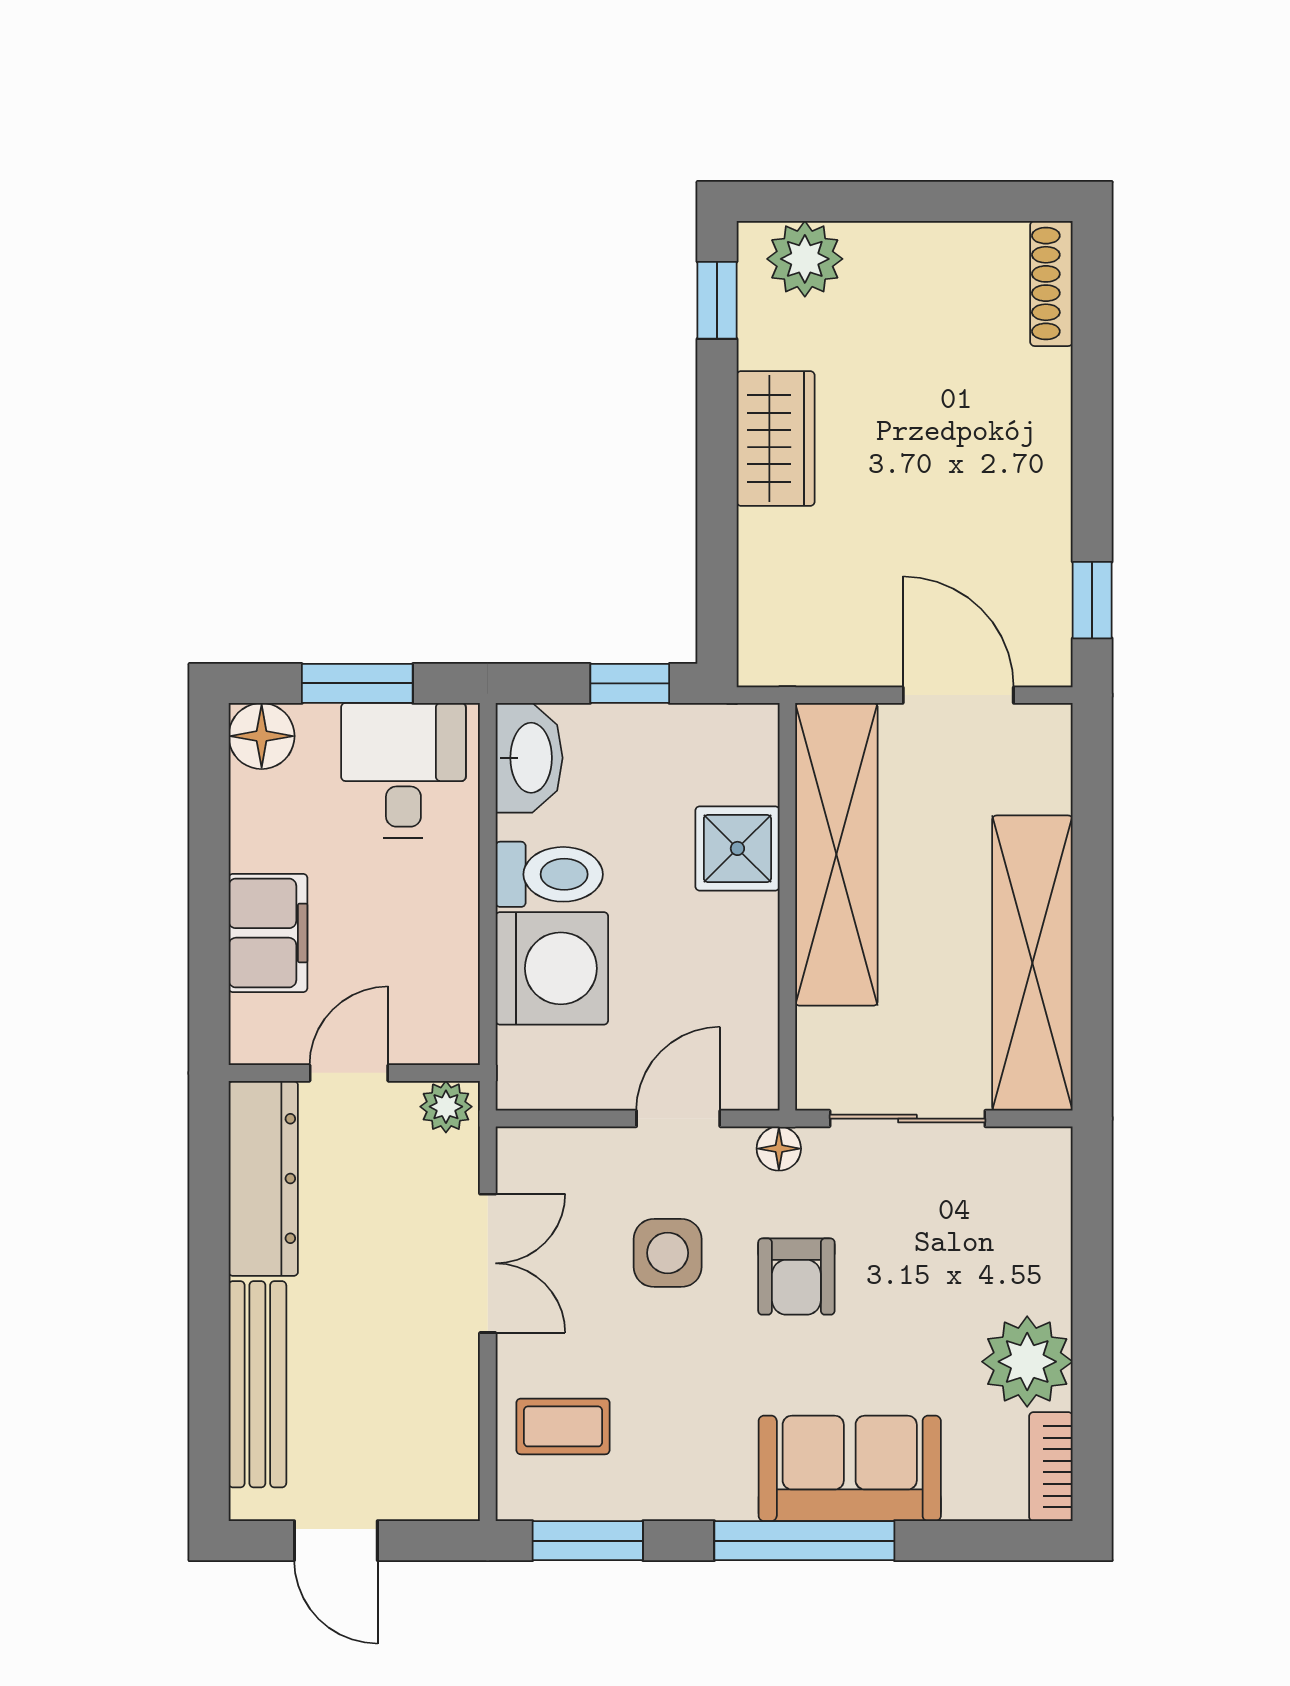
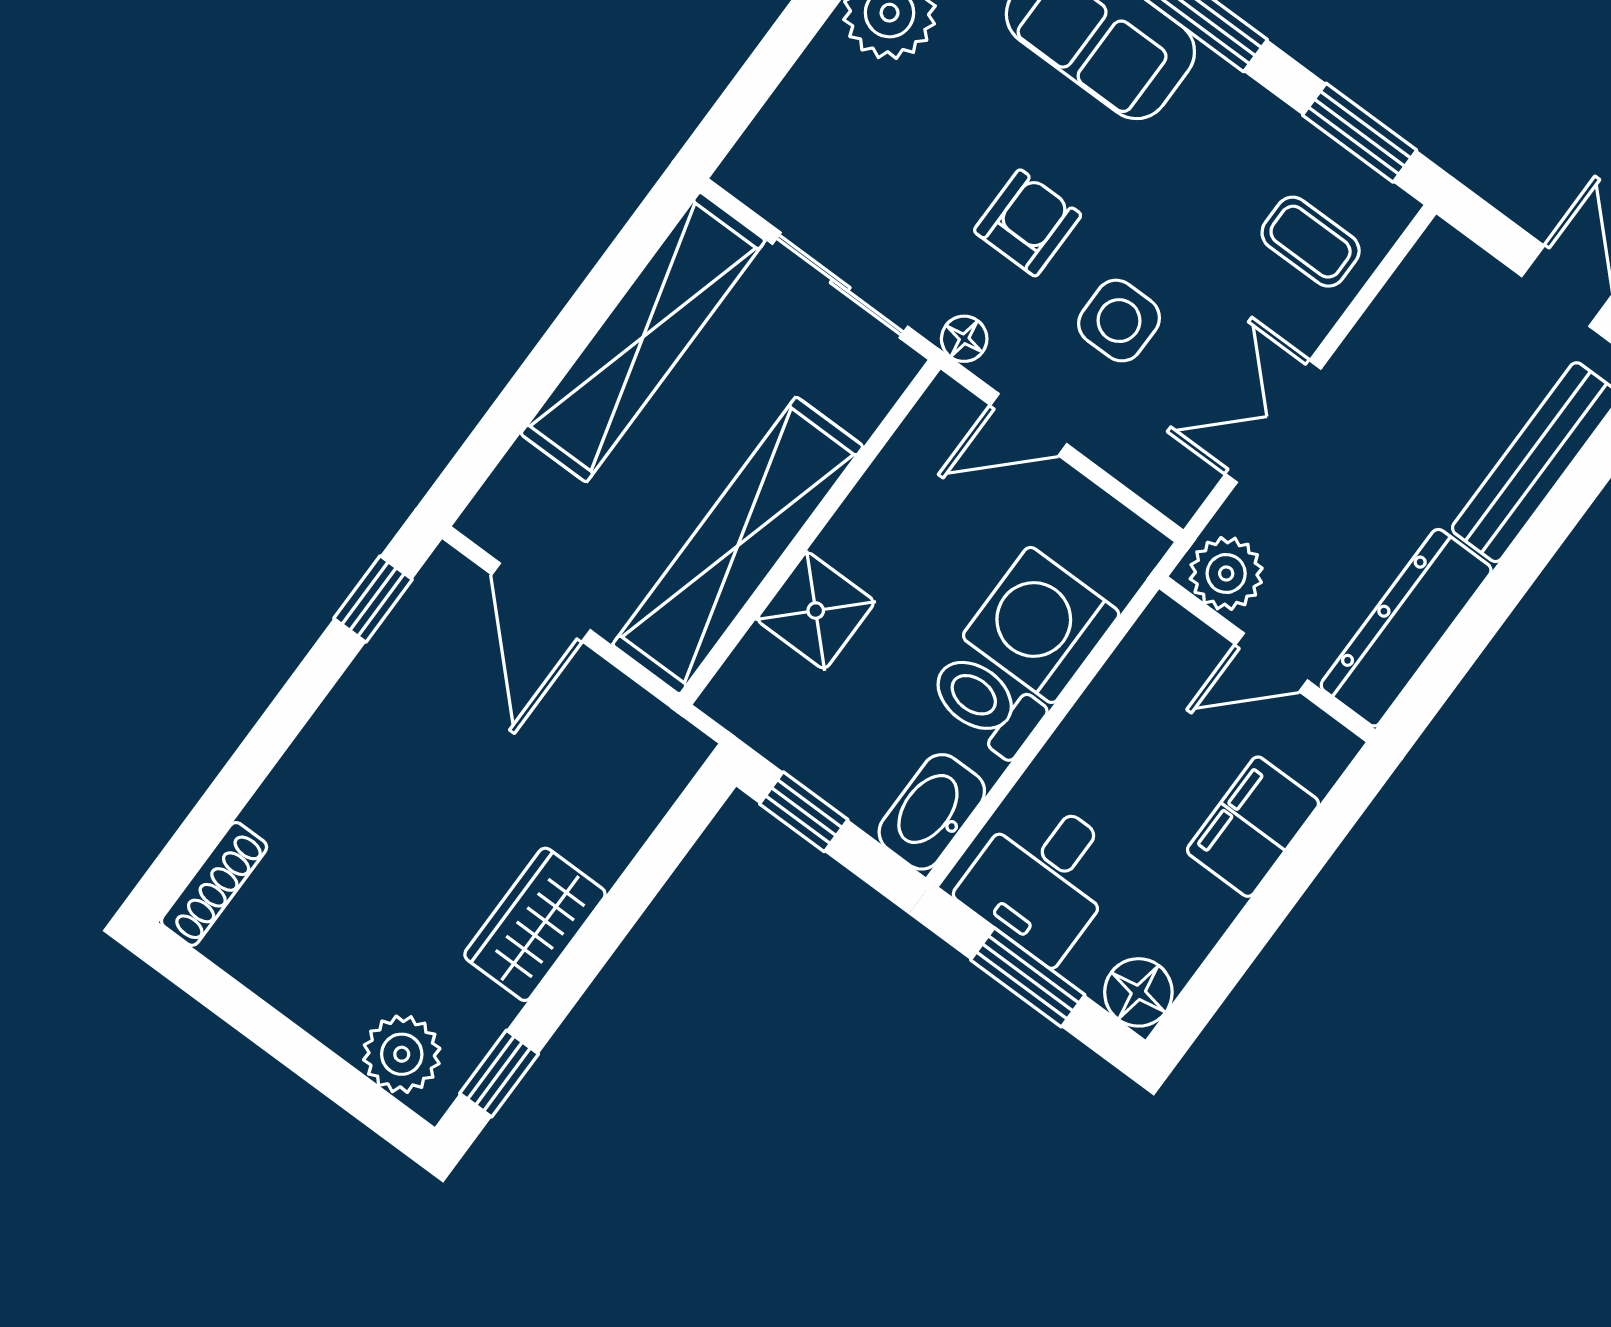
plant: (446, 1107) -> (1226, 573), width x1.38, depth x1.38

